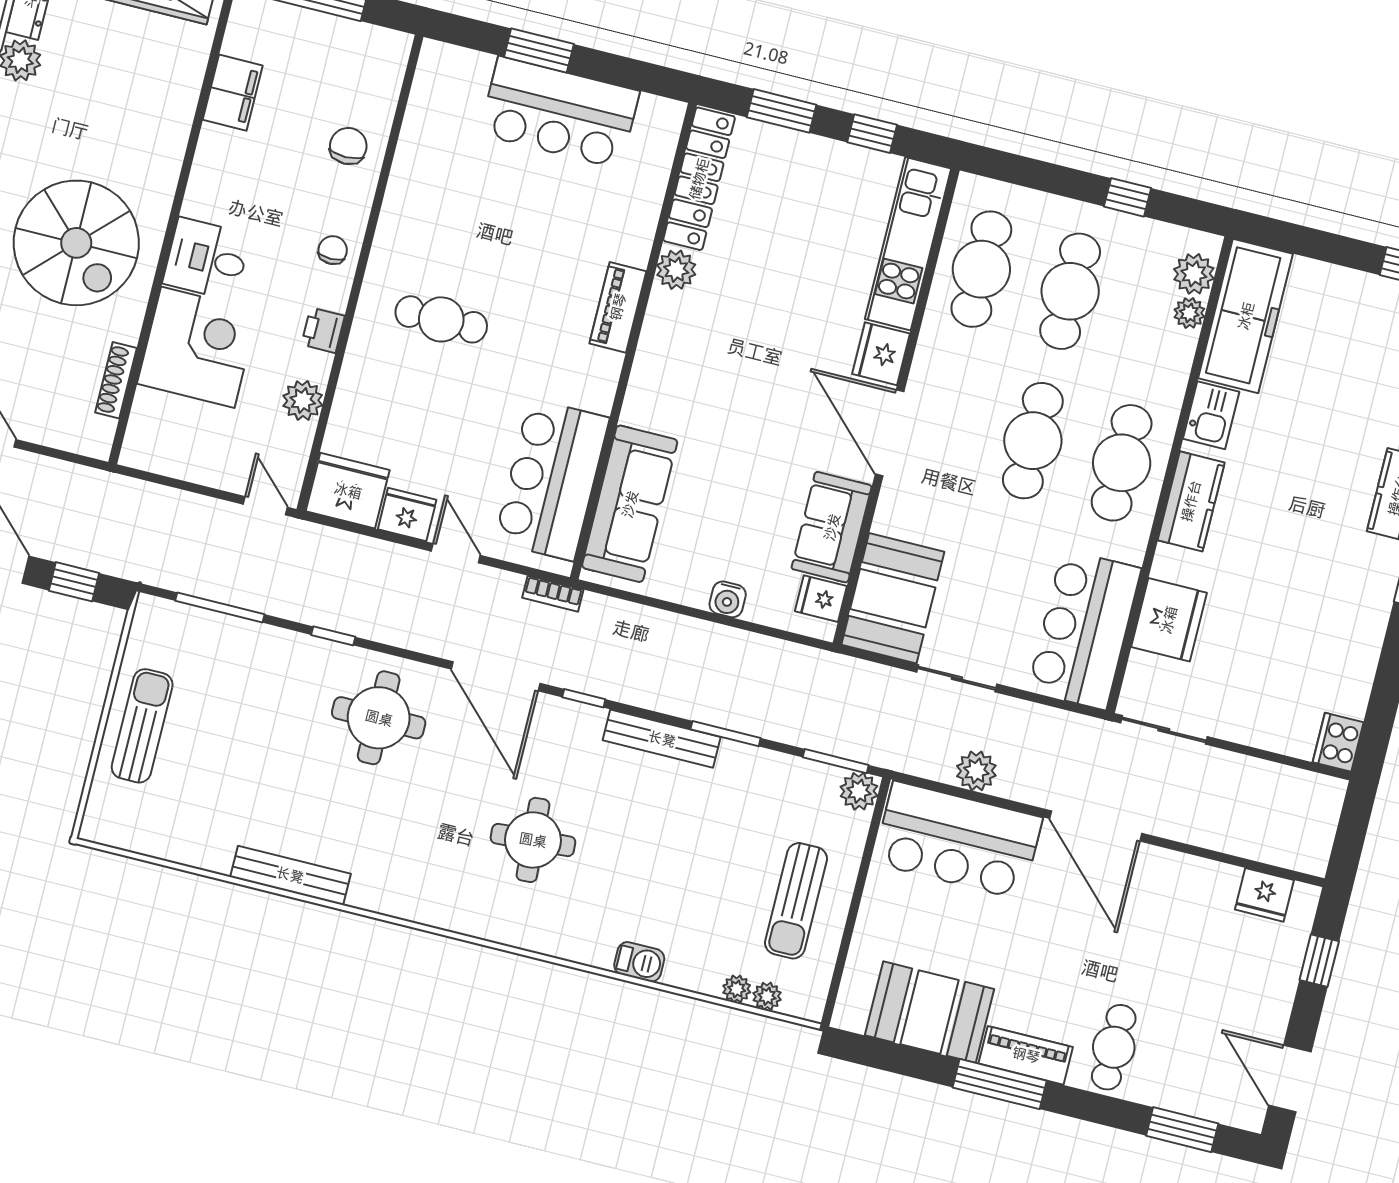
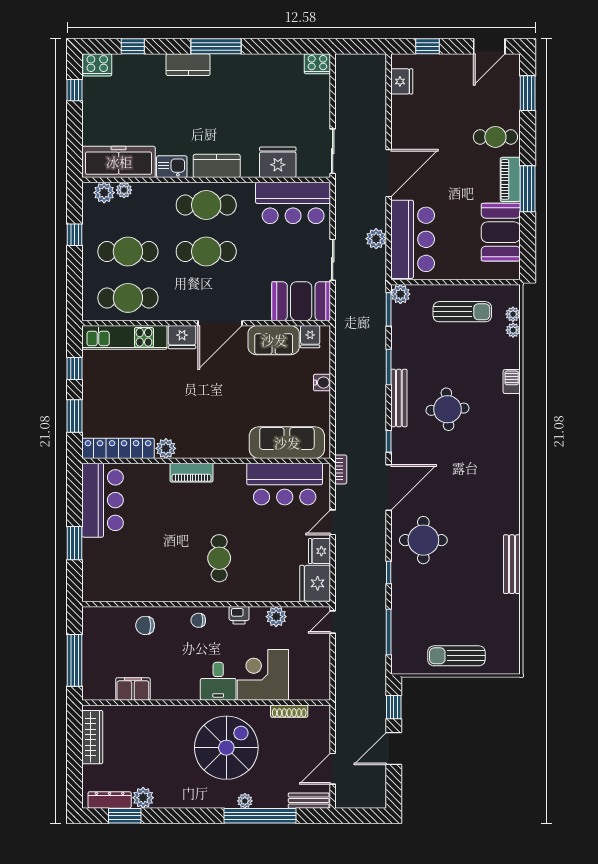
bar counter: (559, 113) -> (103, 500), moved
round table: (533, 840) -> (447, 409), moved

